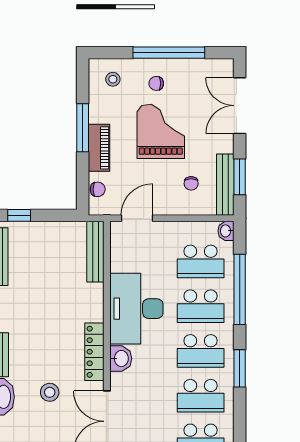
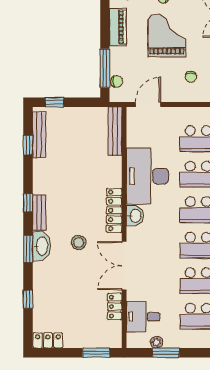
window: (83, 128) -> (105, 68), moved
piano: (99, 148) -> (118, 27), moved

